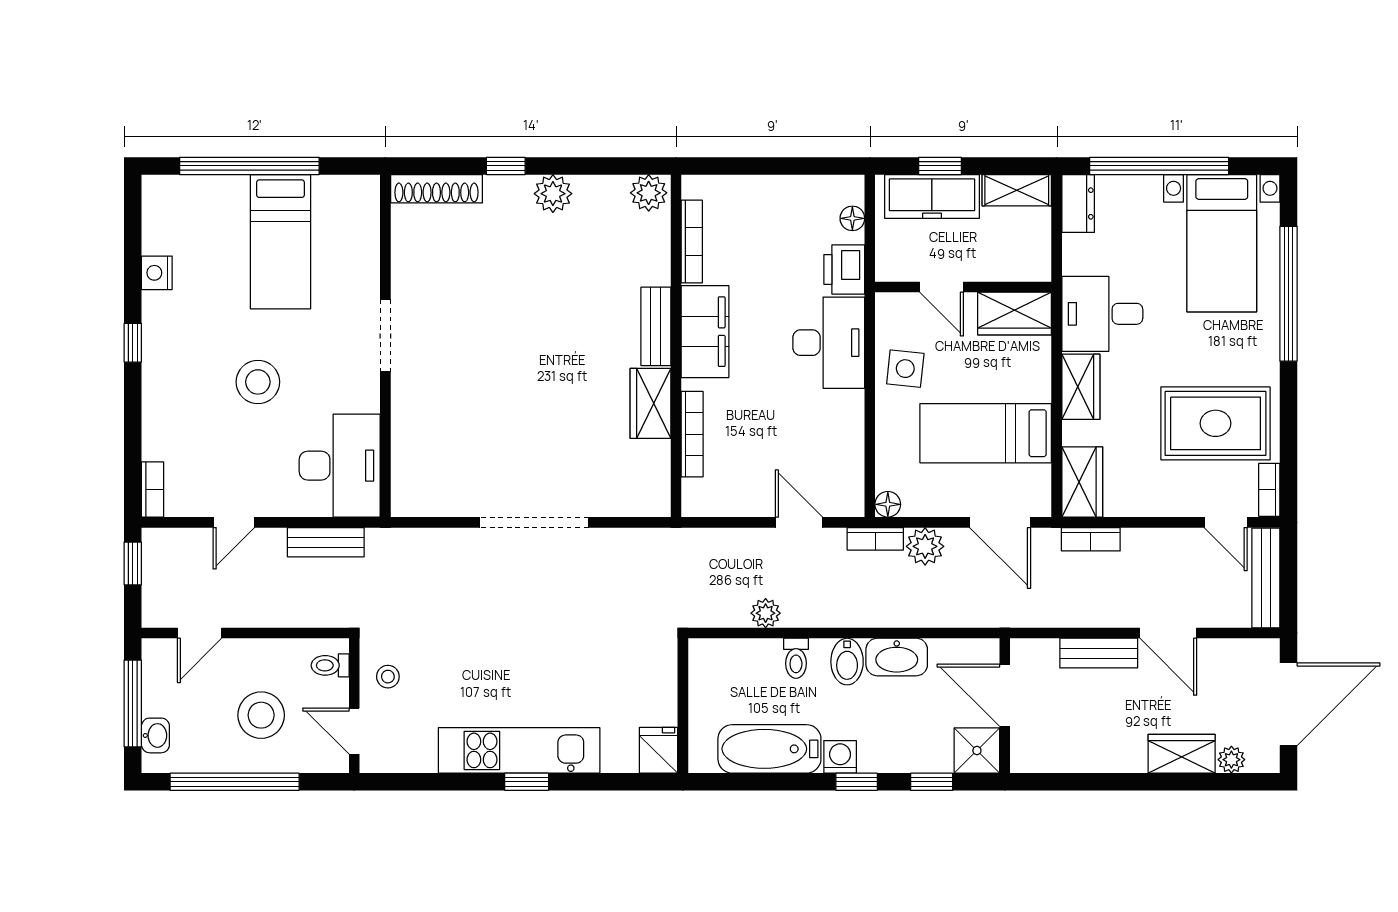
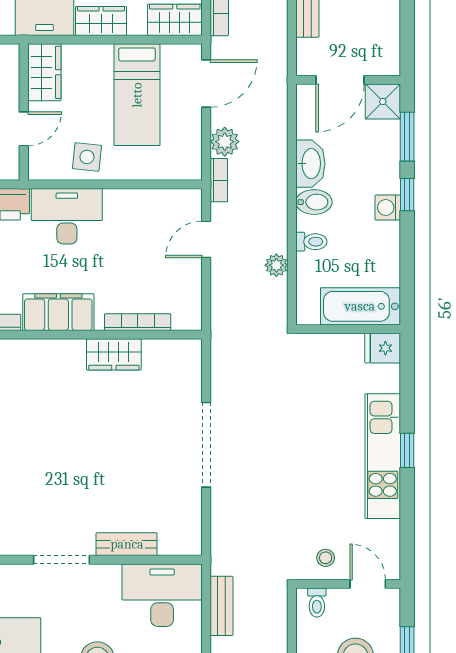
bench: (656, 326) -> (127, 544), moved
floor lamp: (888, 504) -> (192, 171), removed
door: (354, 731) -> (368, 584), swing flipped
bathtub: (769, 749) -> (360, 306), moved, turned 90
window: (932, 782) -> (407, 137), width x1.50

